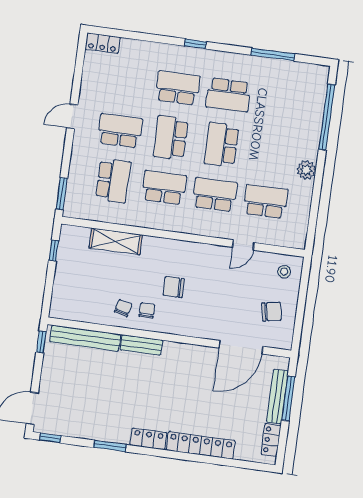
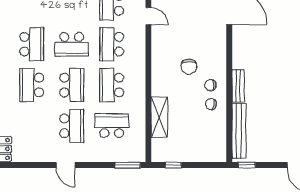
school desk: (120, 131) -> (72, 126), turned 180
school desk: (171, 138) -> (72, 85), turned -90

